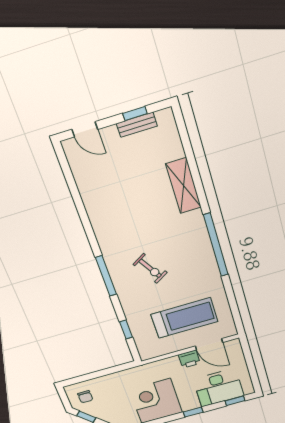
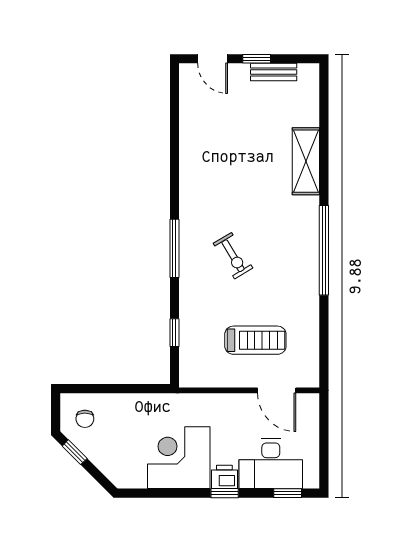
window: (135, 113) -> (257, 59), moved
treadmill: (184, 318) -> (255, 340), width x0.73, depth x0.73
printer: (189, 359) -> (224, 477), moved, turned 180

